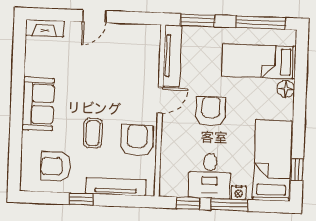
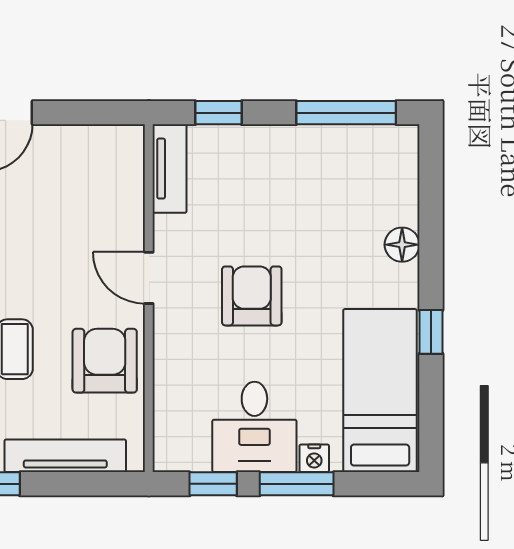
window: (198, 20) -> (218, 113), width x0.67
tv unit: (172, 56) -> (170, 169), width x0.71
bed: (259, 61) -> (345, 191), removed
door: (160, 100) -> (149, 278), swing flipped
window: (297, 170) -> (431, 332), moved

